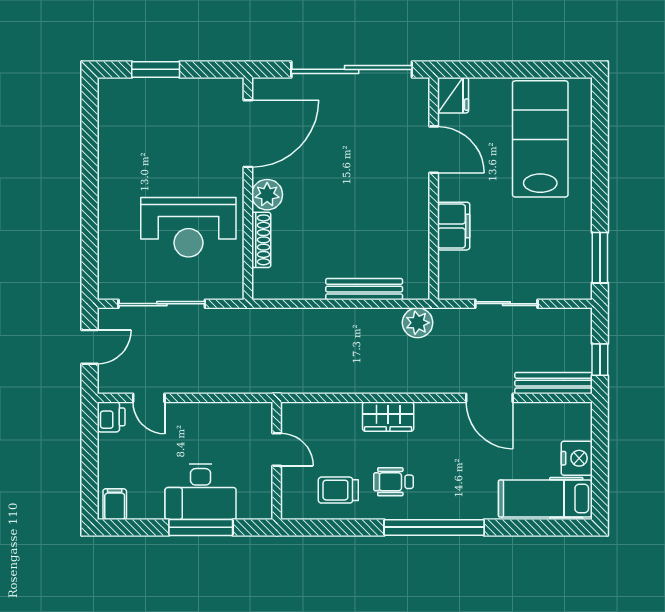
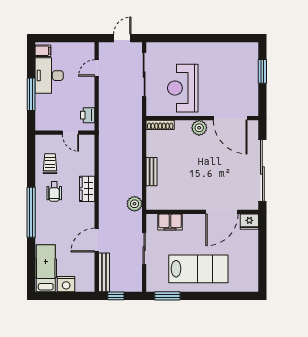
lab bench: (540, 139) -> (198, 269), moved
door: (434, 150) -> (222, 212), width x1.36
filing cabinet: (454, 226) -> (170, 222), moved
shoe rack: (261, 240) -> (160, 125), moved
bench: (364, 289) -> (152, 172), width x0.73
door: (90, 347) -> (122, 38), swing flipped
printer: (111, 417) -> (88, 115), moved, turned 90
door: (277, 450) -> (70, 133), hinge flipped
wheelchair: (393, 482) -> (54, 192), turned 180
desk: (201, 492) -> (49, 76), moved

